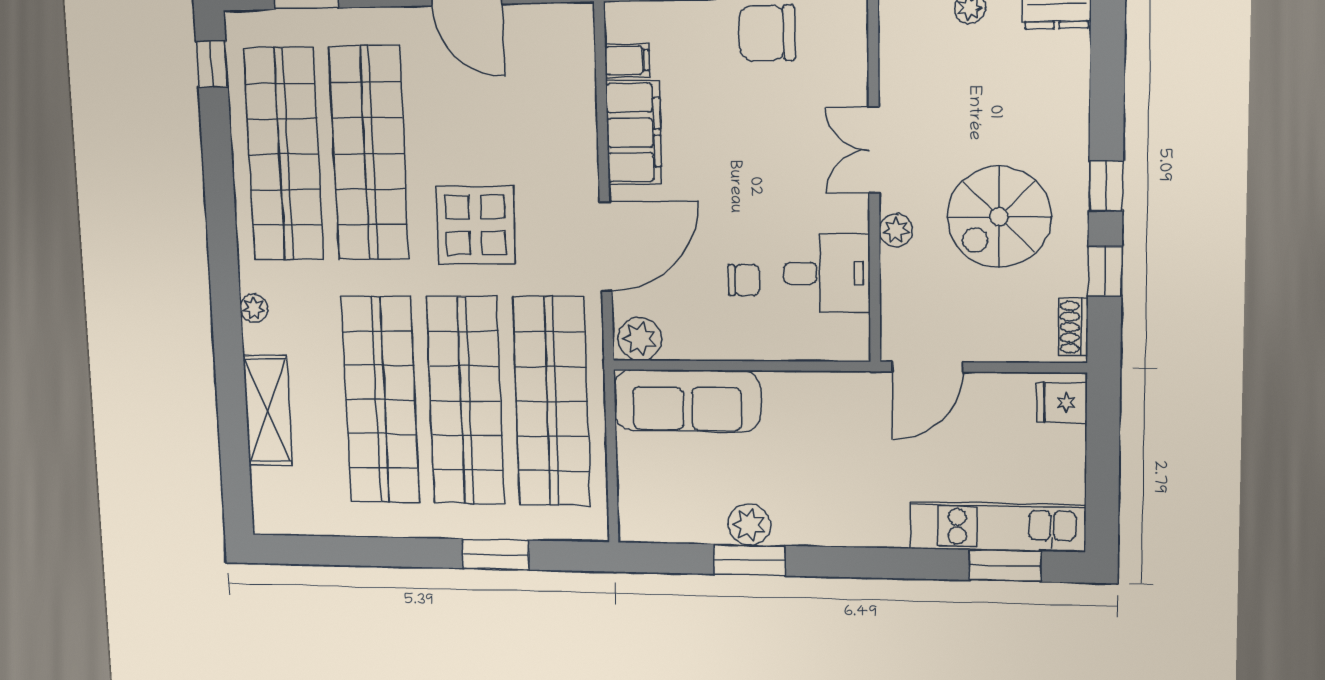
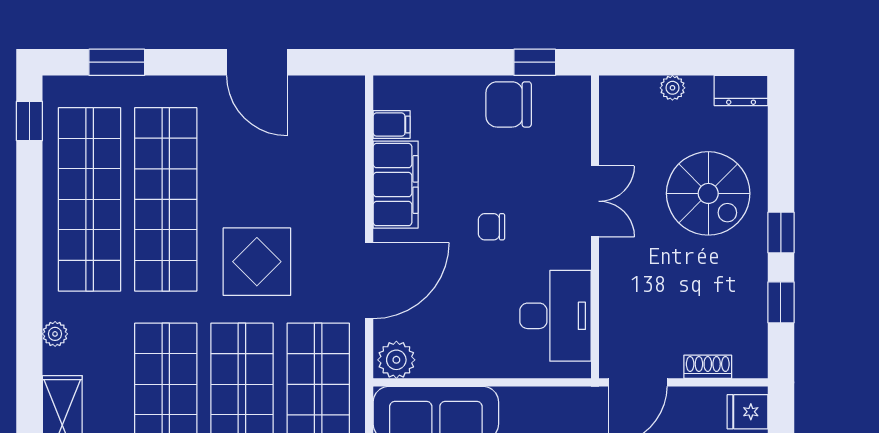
double door: (874, 150) -> (595, 201), swing flipped
spiral stairs: (999, 217) -> (708, 193), moved, turned -90
plant: (896, 230) -> (613, 268), removed
desk: (827, 273) -> (555, 316), width x1.37
chair: (744, 280) -> (491, 227), moved, turned 180
shoe rack: (1073, 327) -> (708, 367), moved, turned 90

